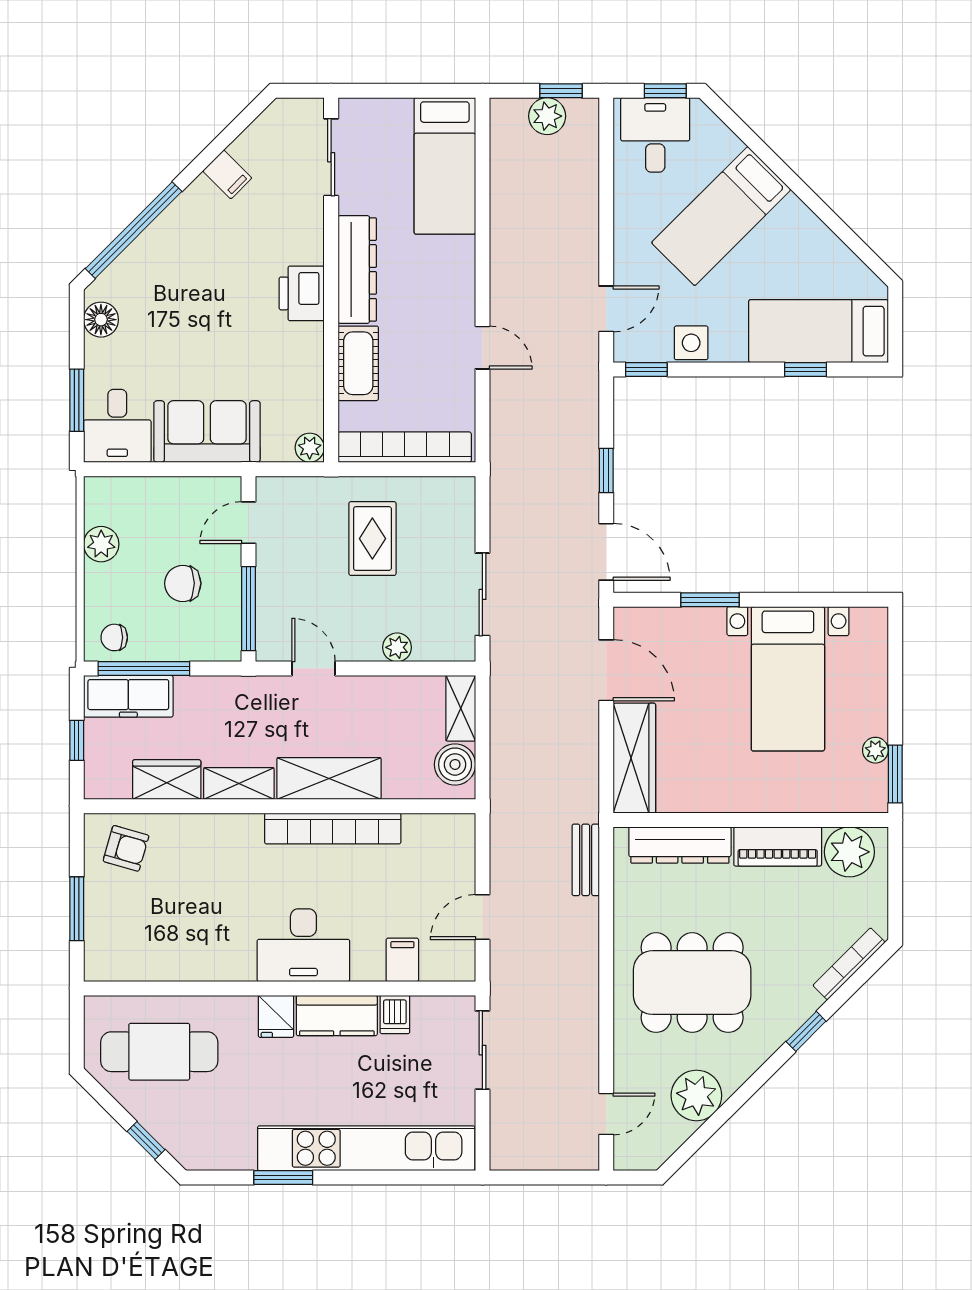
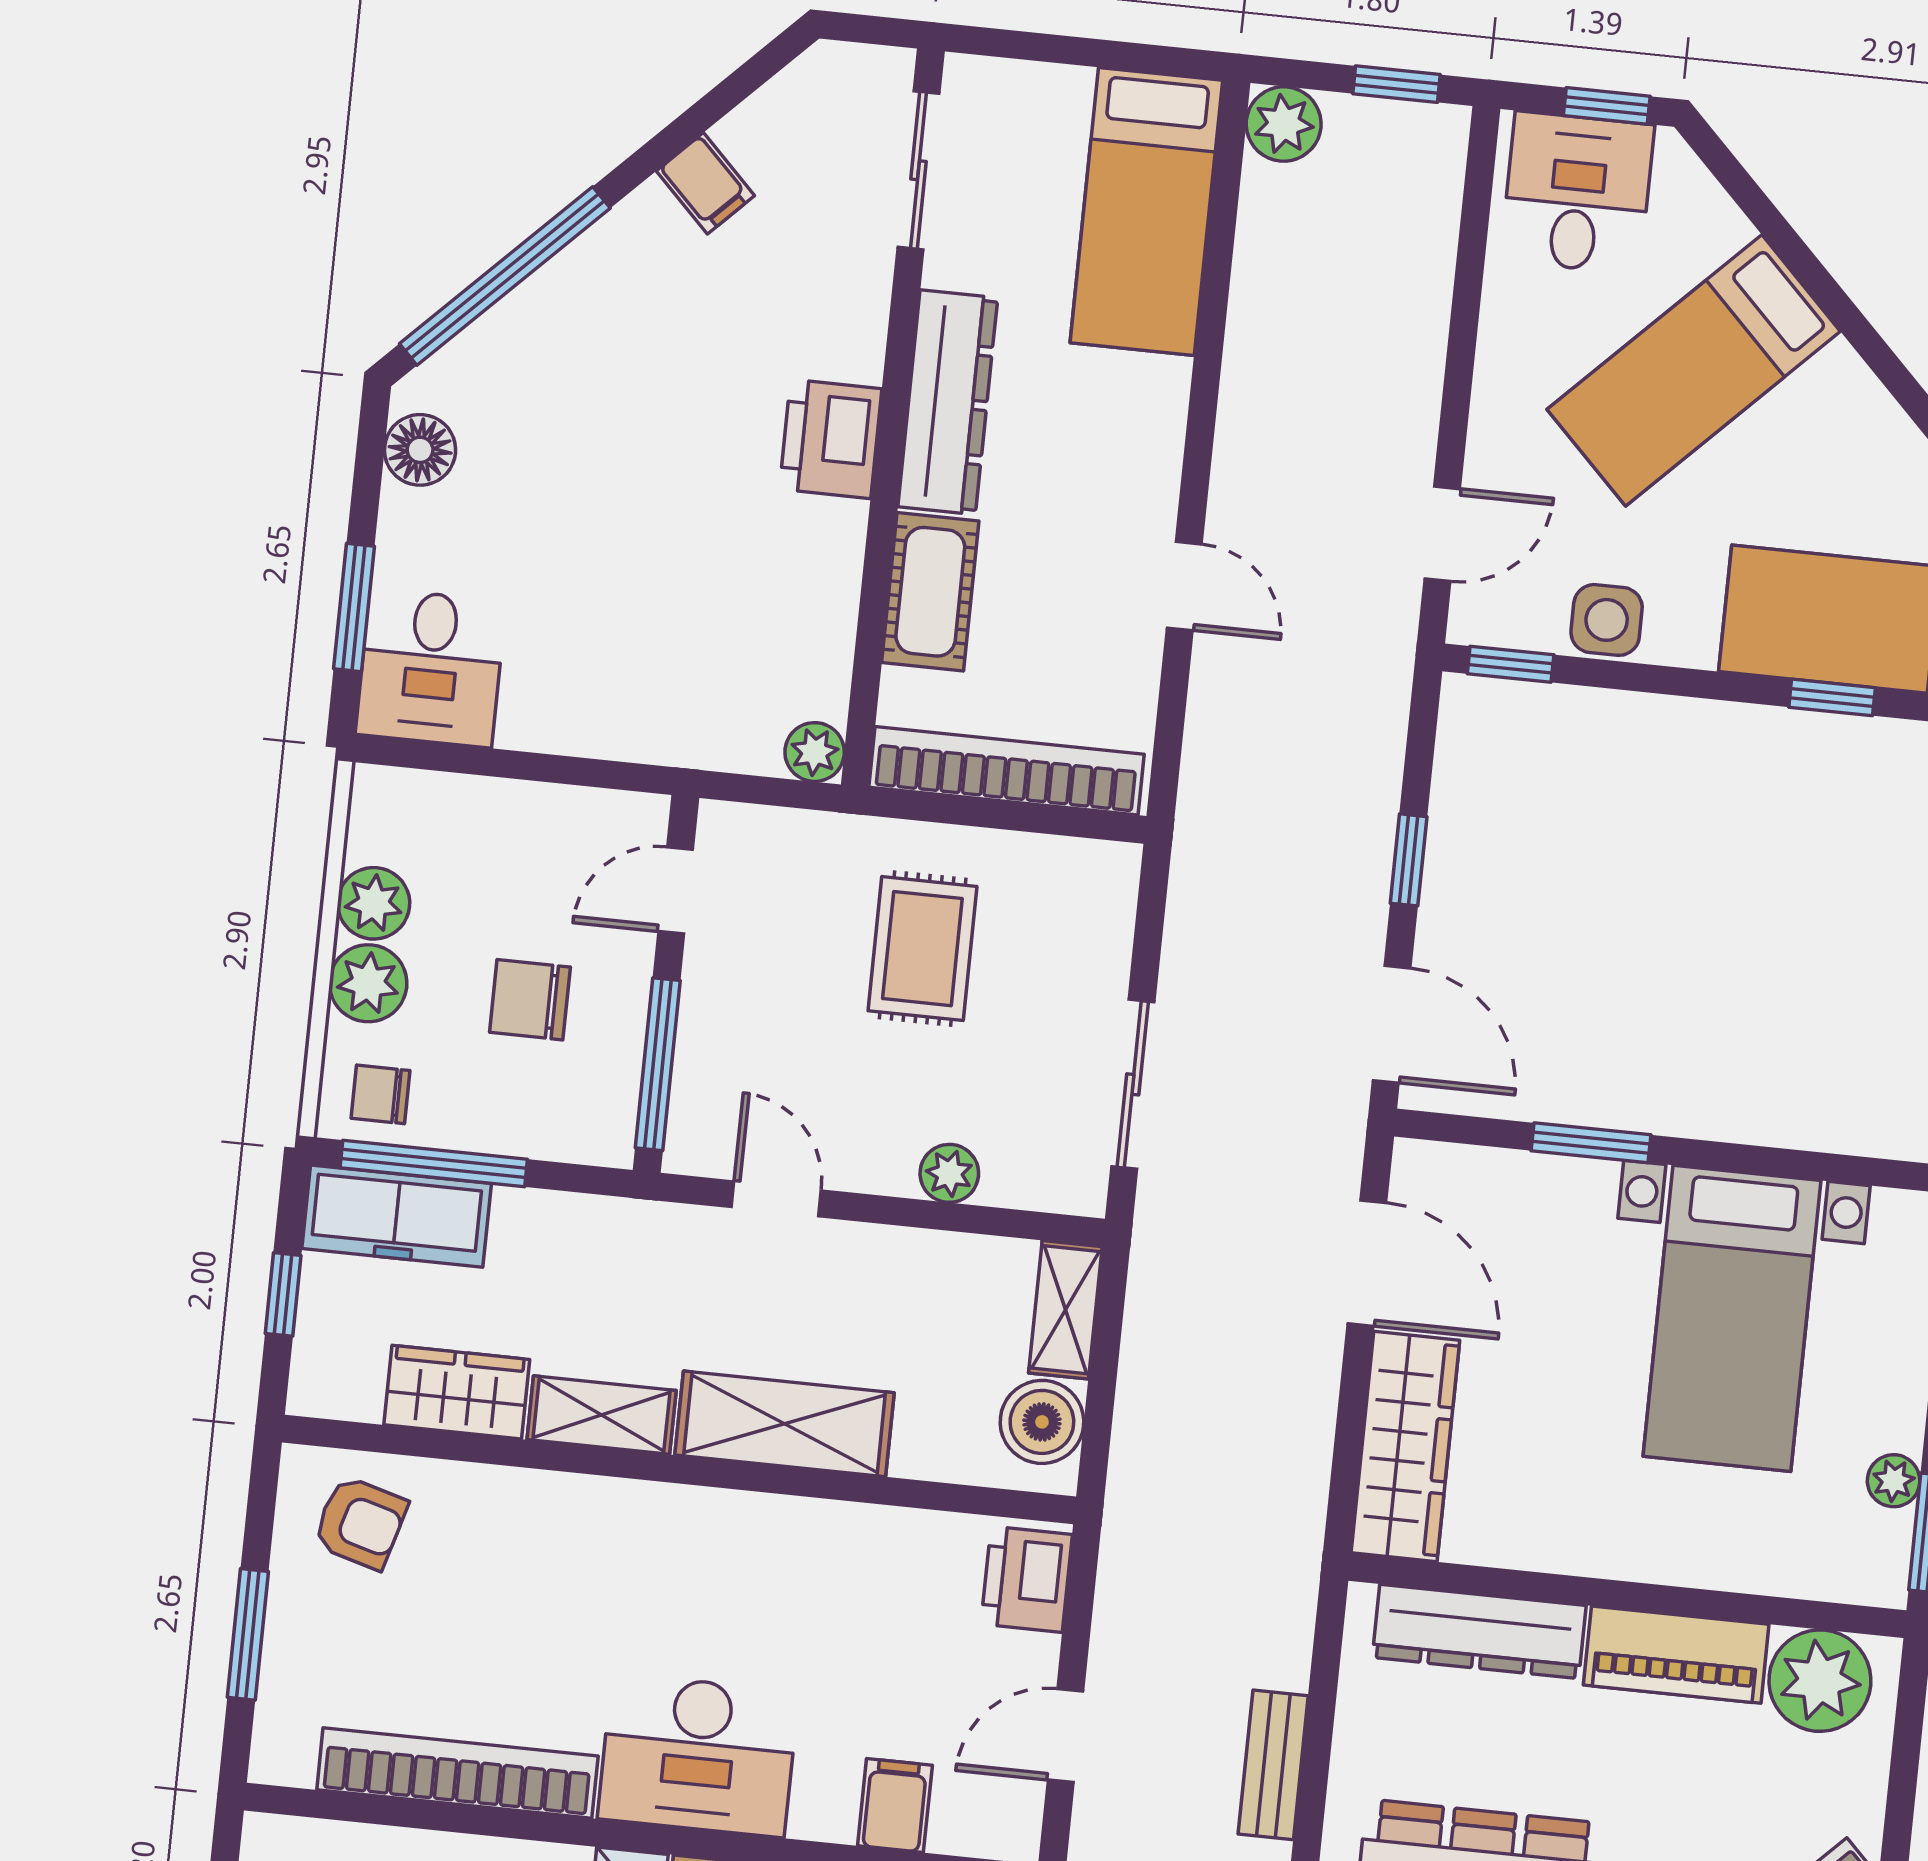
plant: (547, 116) -> (1284, 124), moved
sofa: (207, 431) -> (611, 698), removed
plant: (103, 584) -> (368, 983), added
bookcase: (333, 828) -> (457, 1773), moved, turned 180
printer: (455, 842) -> (1027, 1579), added
bench: (586, 860) -> (1273, 1765), moved

